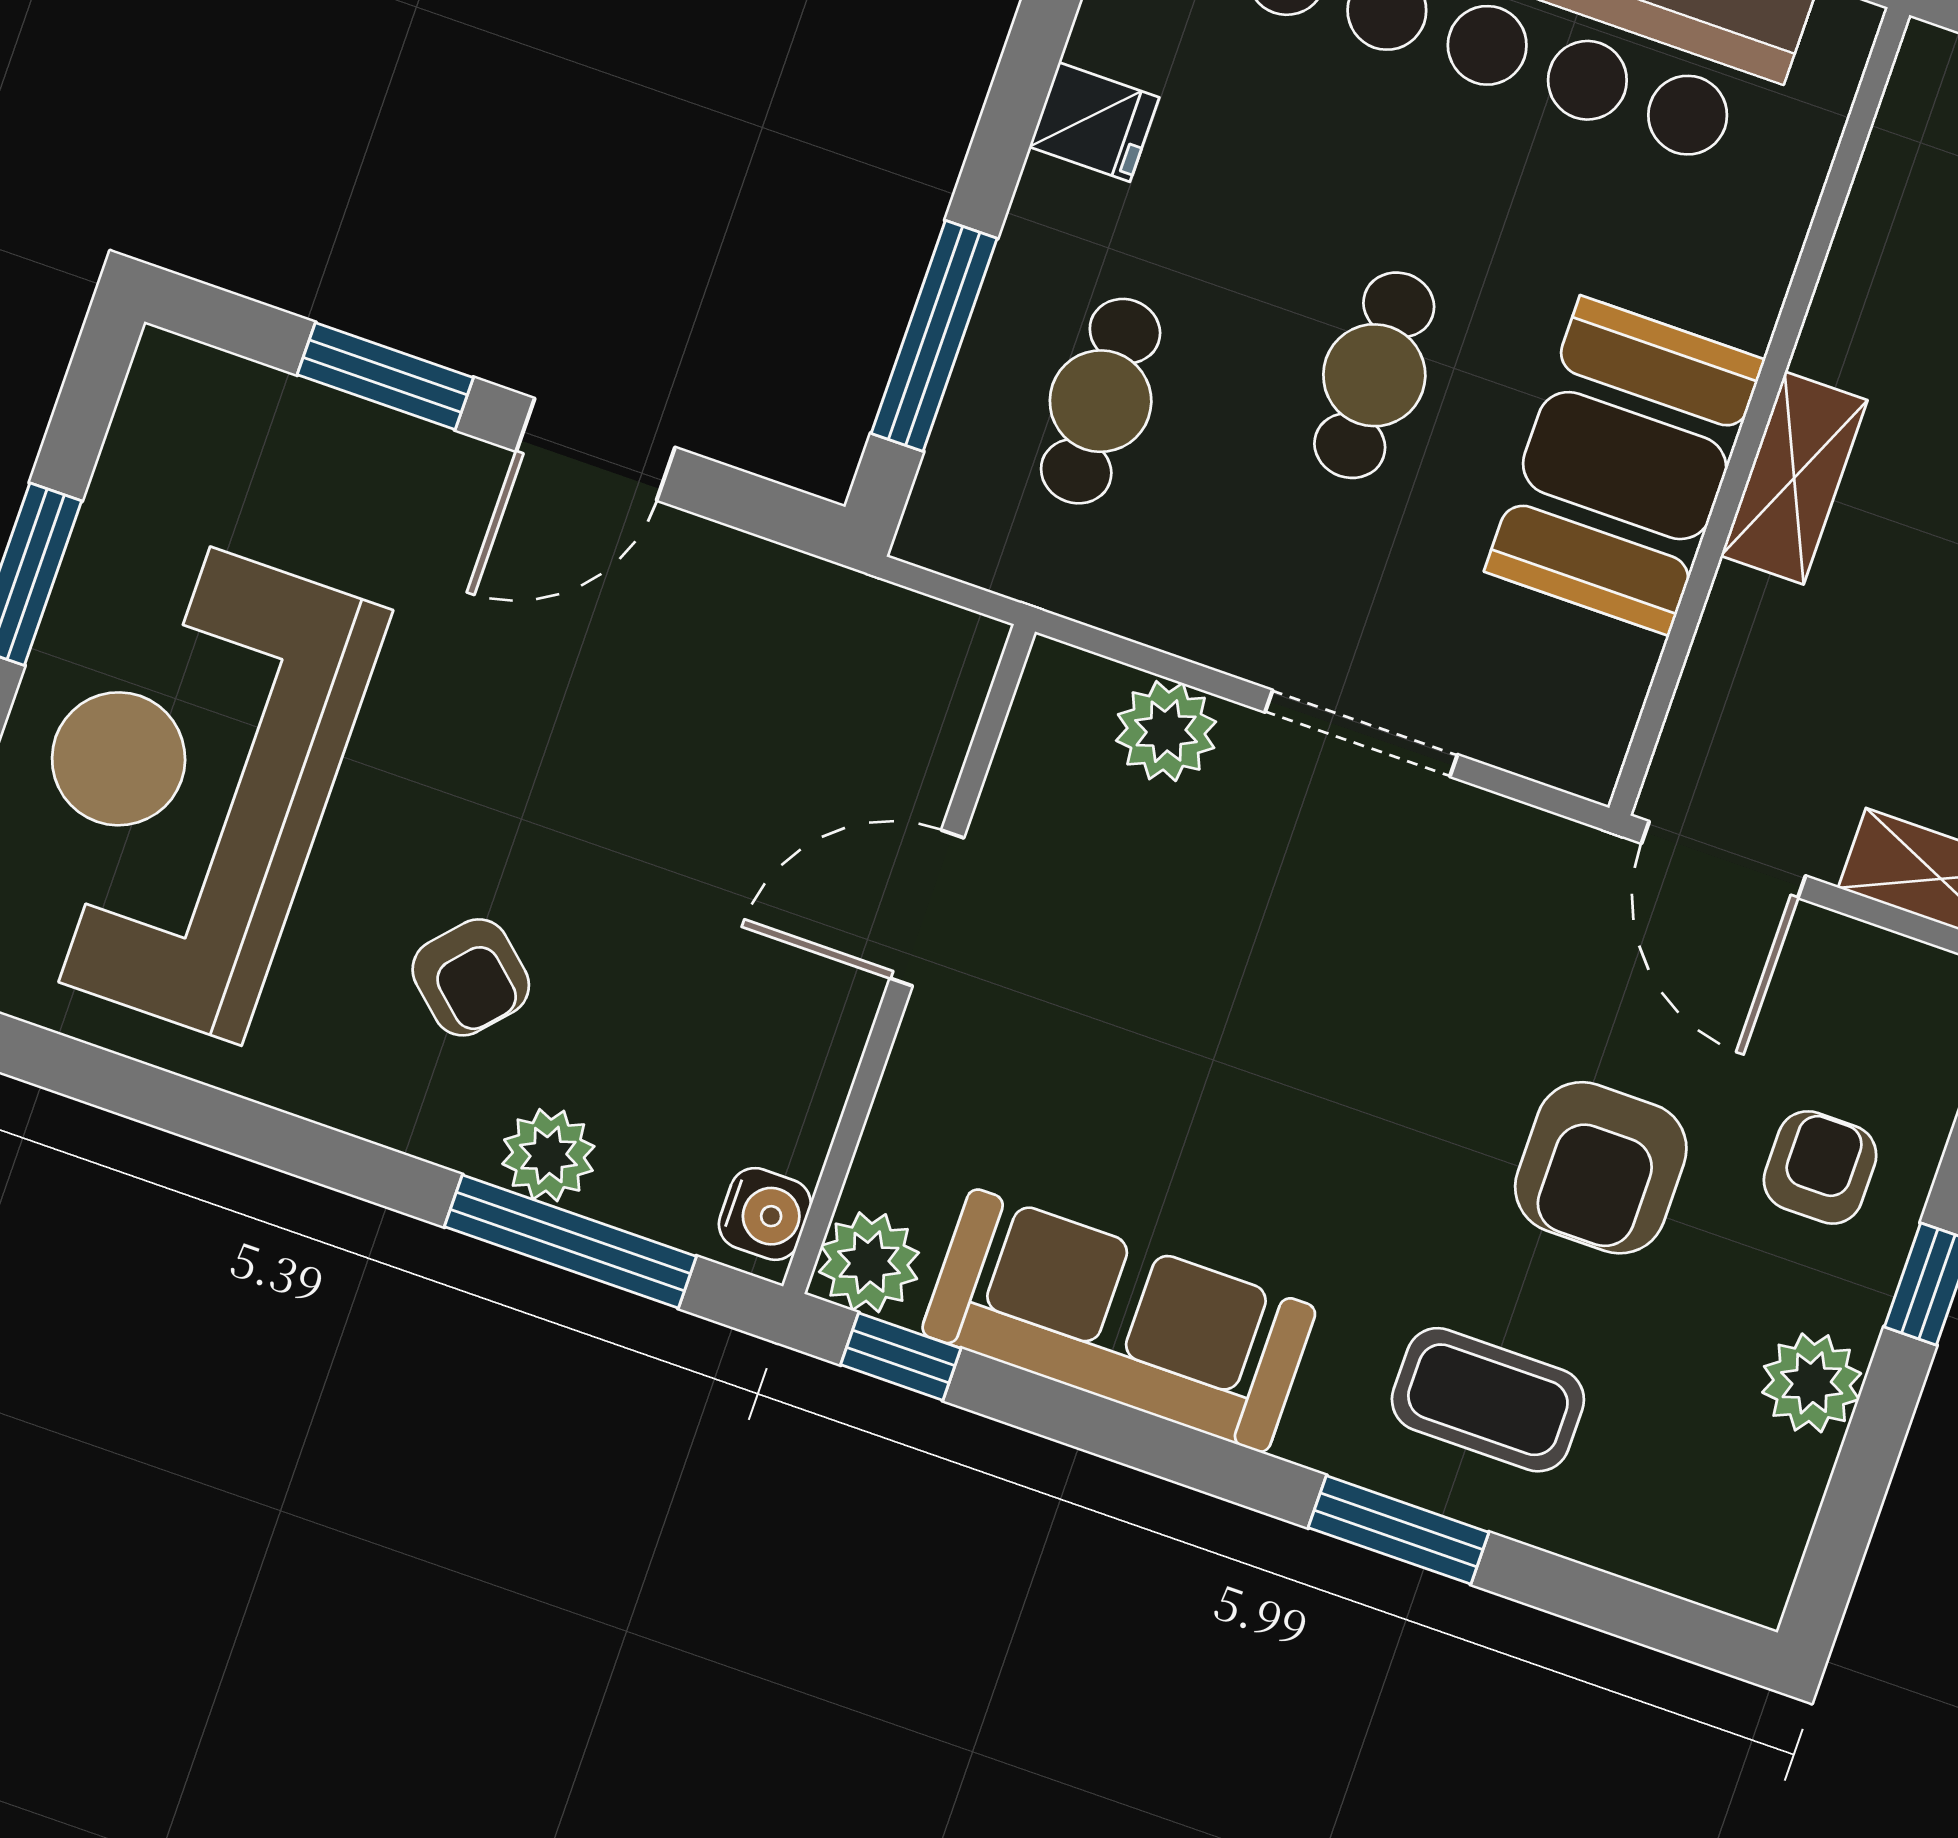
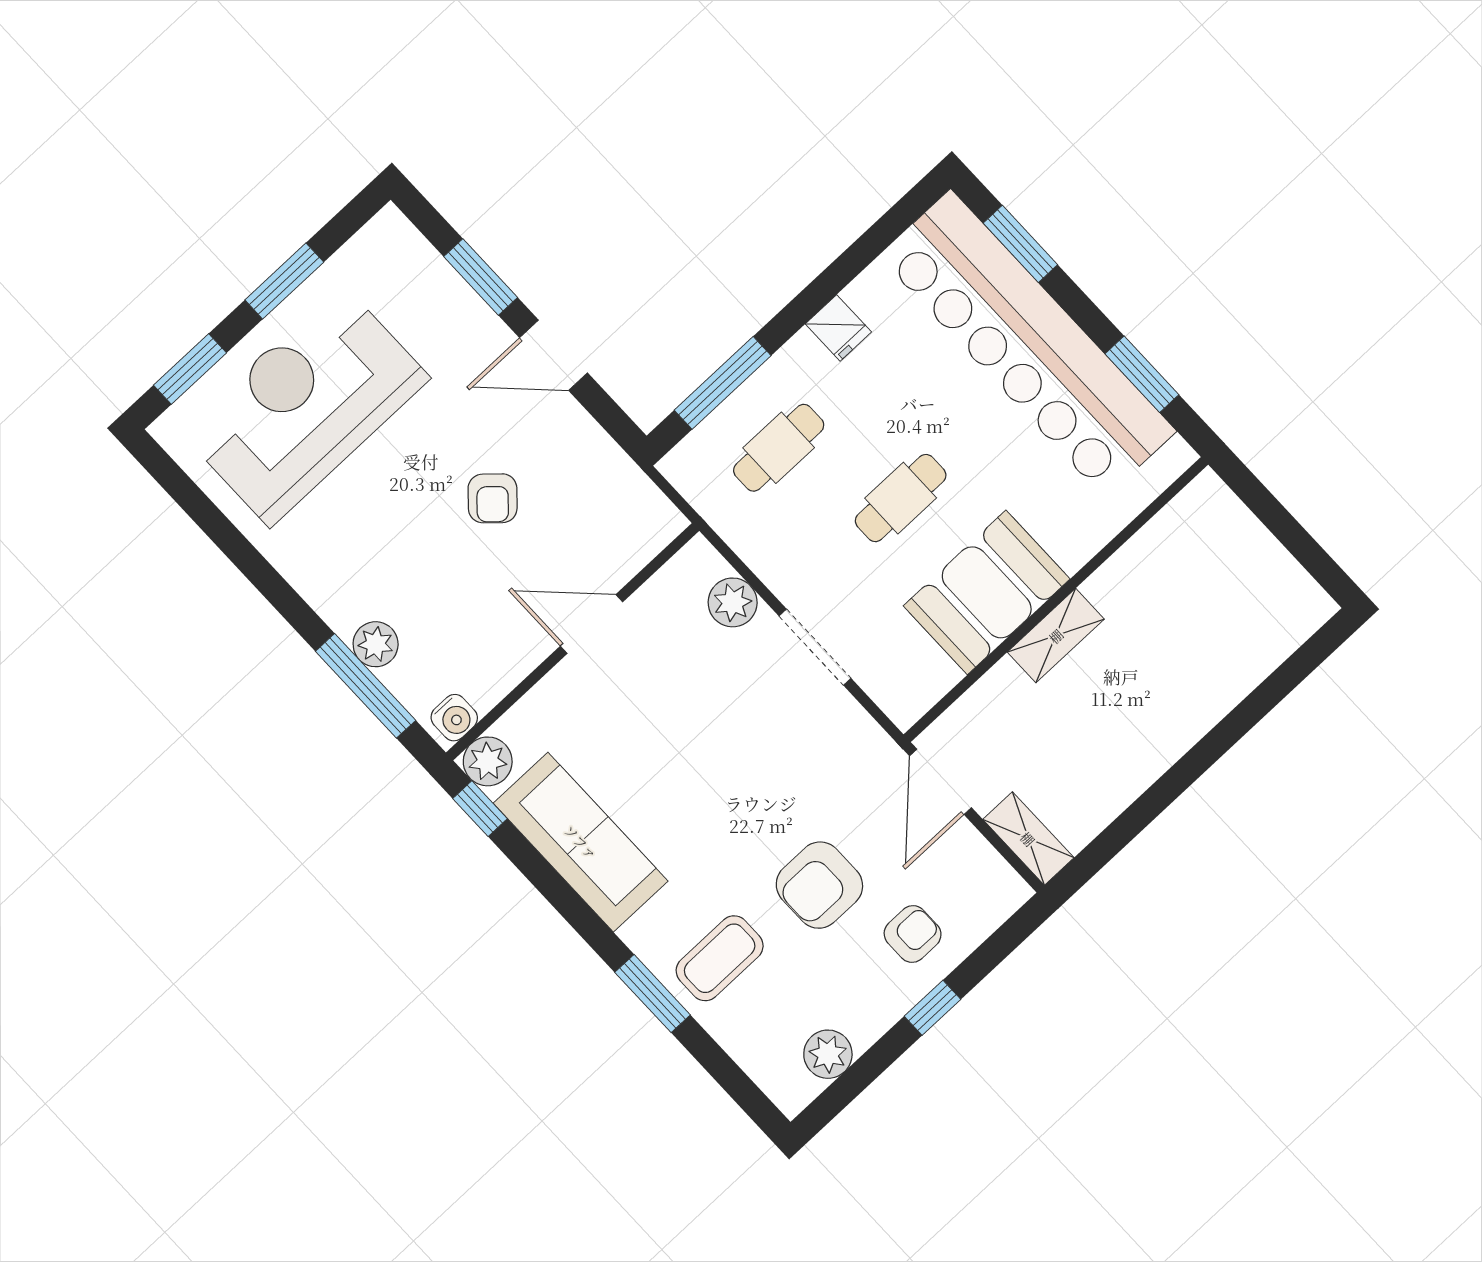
armchair: (471, 977) -> (493, 498), moved
plant: (1812, 1383) -> (828, 1054), moved
coffee table: (1488, 1400) -> (720, 958), turned 90

